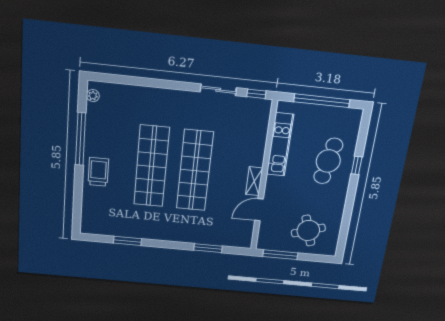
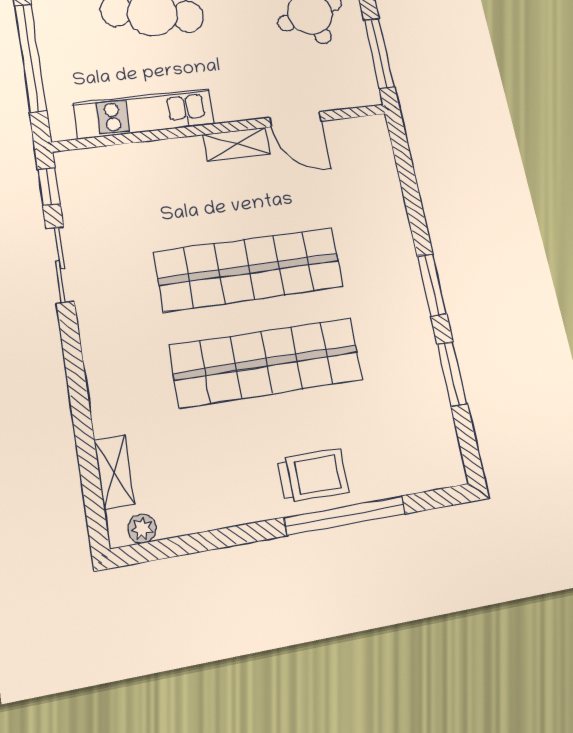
shelving: (120, 90) -> (114, 472), added
window: (81, 139) -> (345, 516), moved
trolley: (98, 172) -> (313, 475), turned 180
window: (208, 248) -> (432, 285), moved

